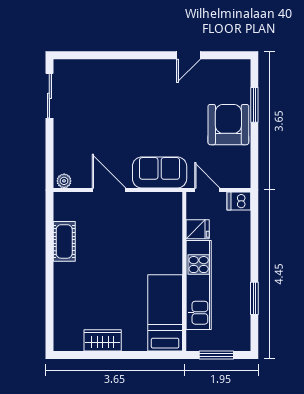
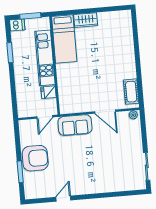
armchair: (228, 125) -> (35, 158), turned -90
door: (207, 190) -> (45, 117), hinge flipped
dishwasher: (239, 201) -> (17, 25), moved
cot: (64, 241) -> (131, 92), moved
wardrobe: (103, 340) -> (86, 20), moved

